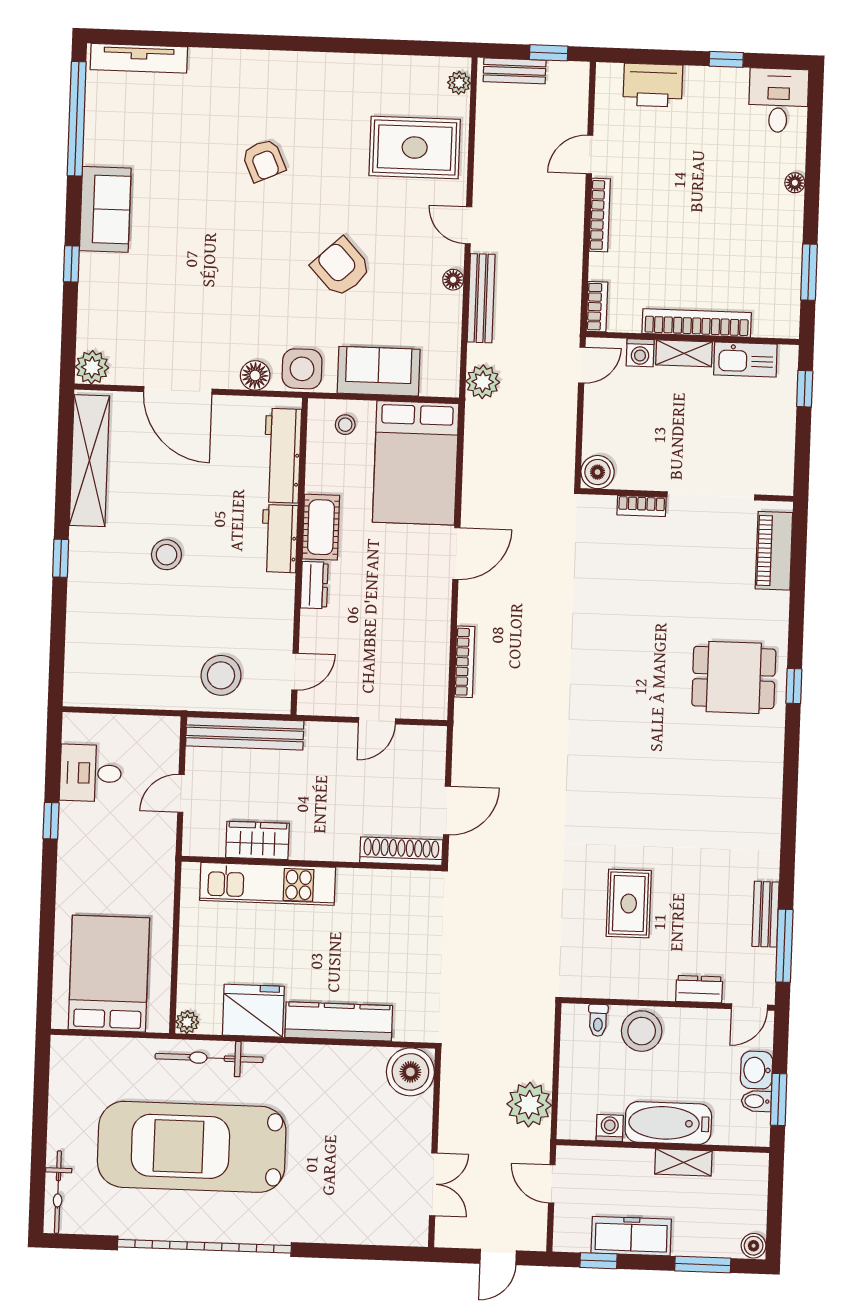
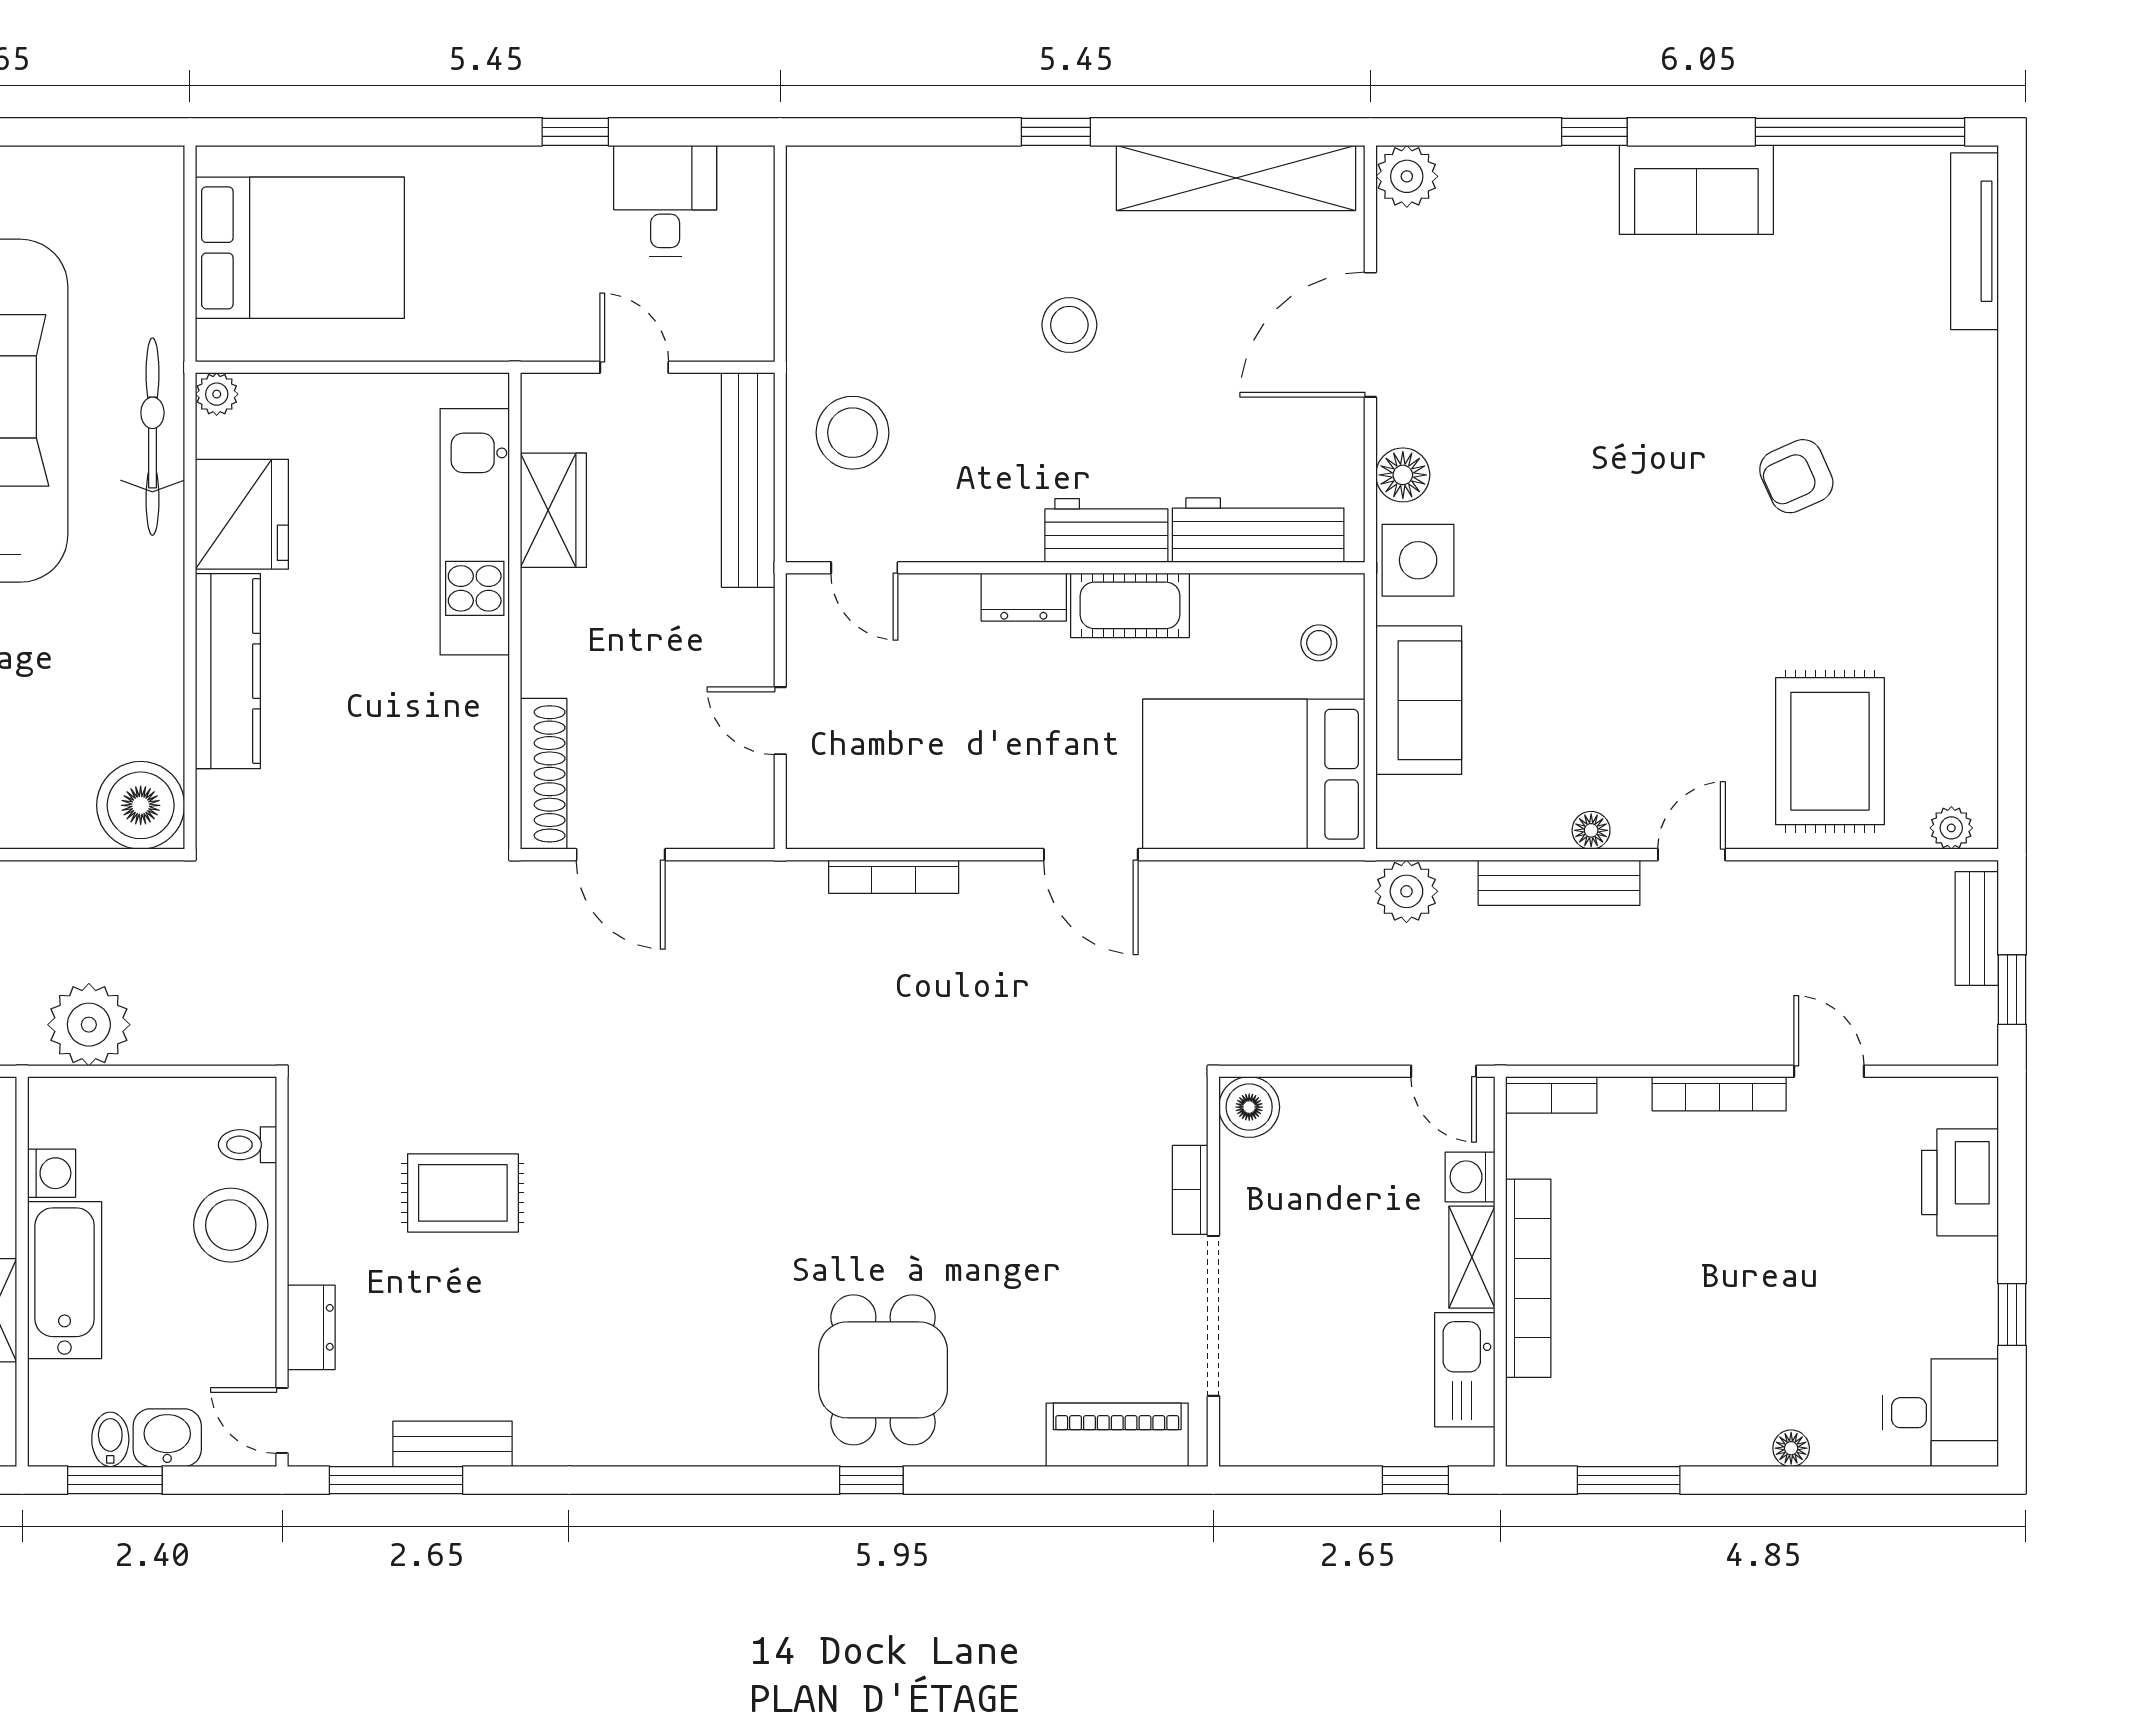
armchair: (341, 267) -> (1606, 625), removed

